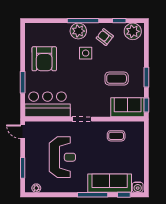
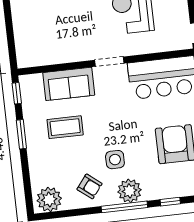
window: (119, 21) -> (170, 202), moved
sofa: (128, 107) -> (69, 84), moved
coffee table: (116, 136) -> (56, 43), removed

